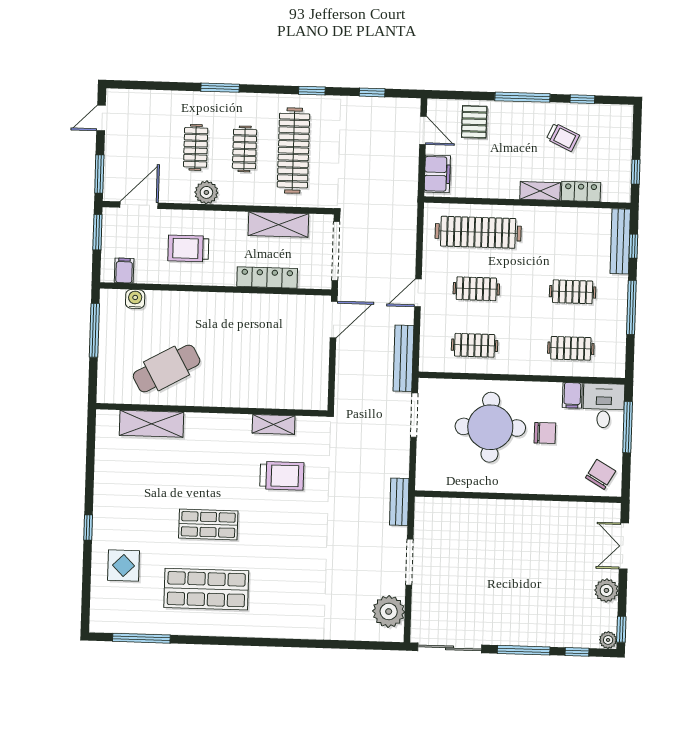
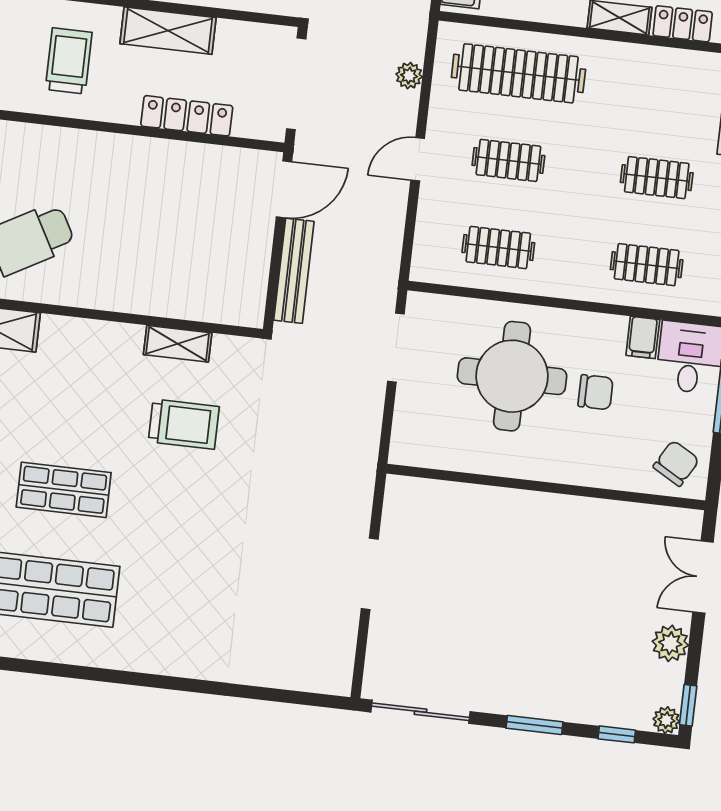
shelving: (278, 225) -> (168, 31), moved
trolley: (188, 248) -> (69, 61), turned 90
bench: (403, 358) -> (294, 271), moved
bench: (399, 502) -> (362, 479), removed
plant: (389, 611) -> (409, 76), moved, width x0.53, depth x0.53
window: (524, 650) -> (534, 725), width x0.69

